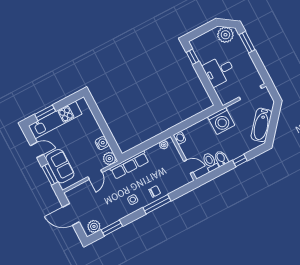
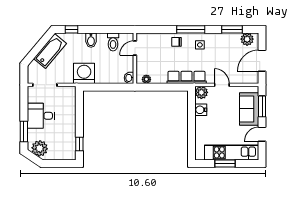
desk: (219, 71) -> (41, 116), moved, turned 180
window: (45, 113) -> (225, 163), moved
door: (37, 150) -> (262, 134), hinge flipped
bidet: (221, 158) -> (91, 40), moved
window: (240, 161) -> (72, 29), moved
door: (188, 167) -> (135, 48), hinge flipped
door: (95, 175) -> (222, 85), hinge flipped
window: (157, 204) -> (191, 29), moved
door: (71, 214) -> (262, 61), swing flipped

